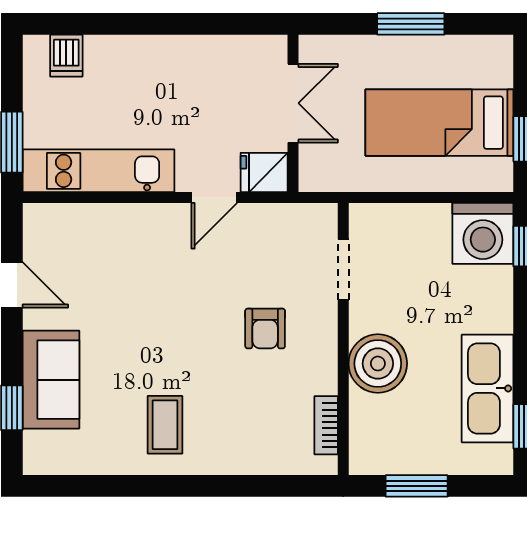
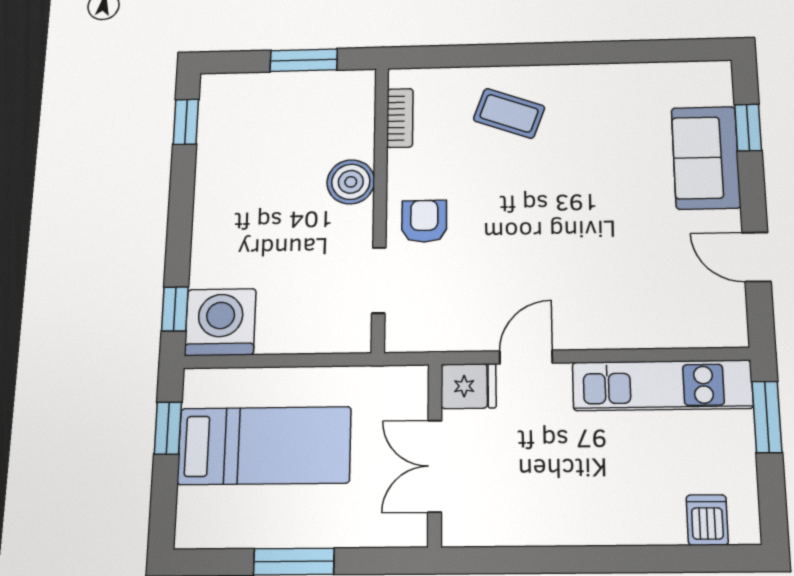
armchair: (265, 329) -> (424, 221), moved
boiler: (378, 364) -> (351, 182), width x0.73, depth x0.73
kitchen sink: (488, 388) -> (223, 159), removed
coffee table: (165, 425) -> (509, 113), moved, turned -70

